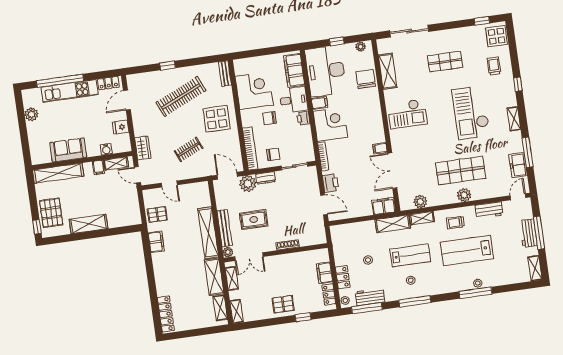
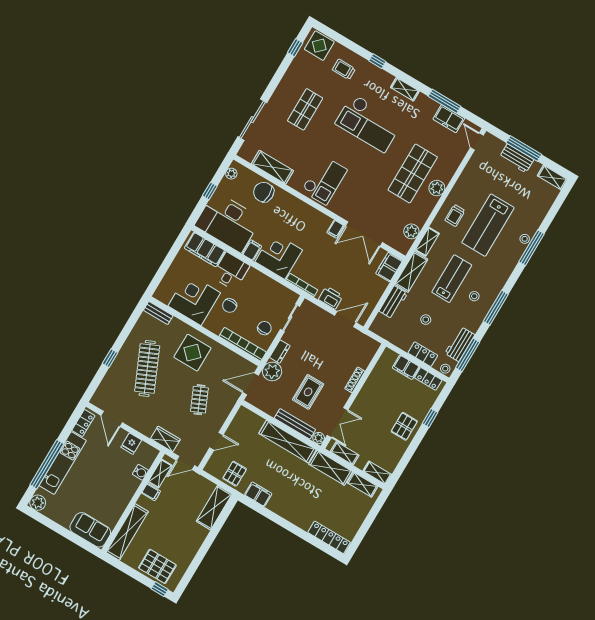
plant: (31, 114) -> (38, 503), moved
printer: (303, 118) -> (254, 275), removed
sofa: (68, 150) -> (90, 530), moved, turned 90
workbench: (489, 210) -> (393, 302), moved
shelving: (89, 224) -> (214, 508), moved

